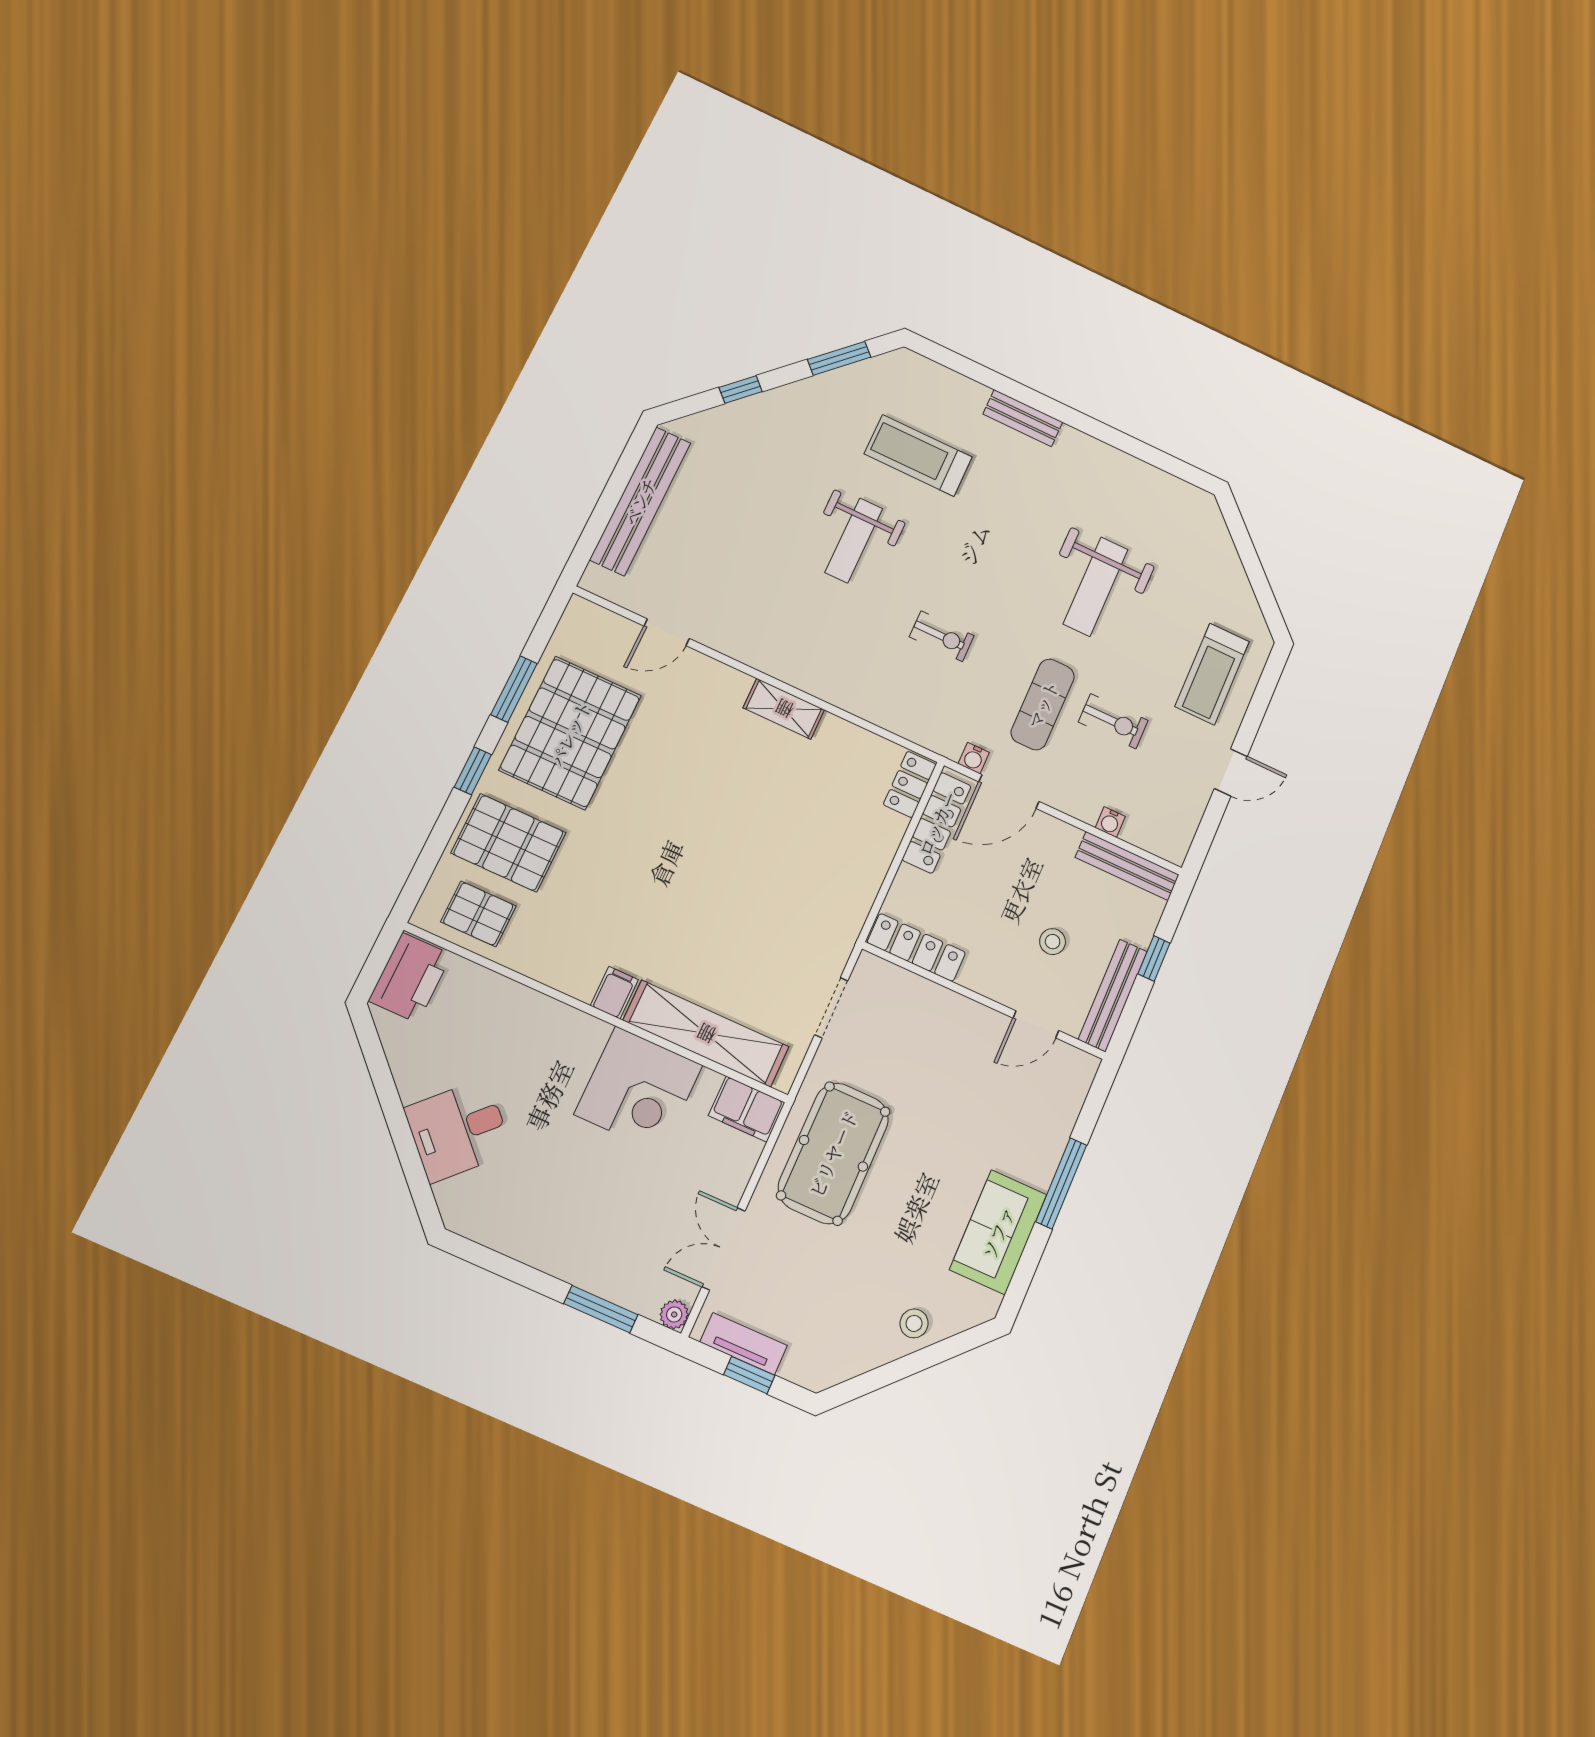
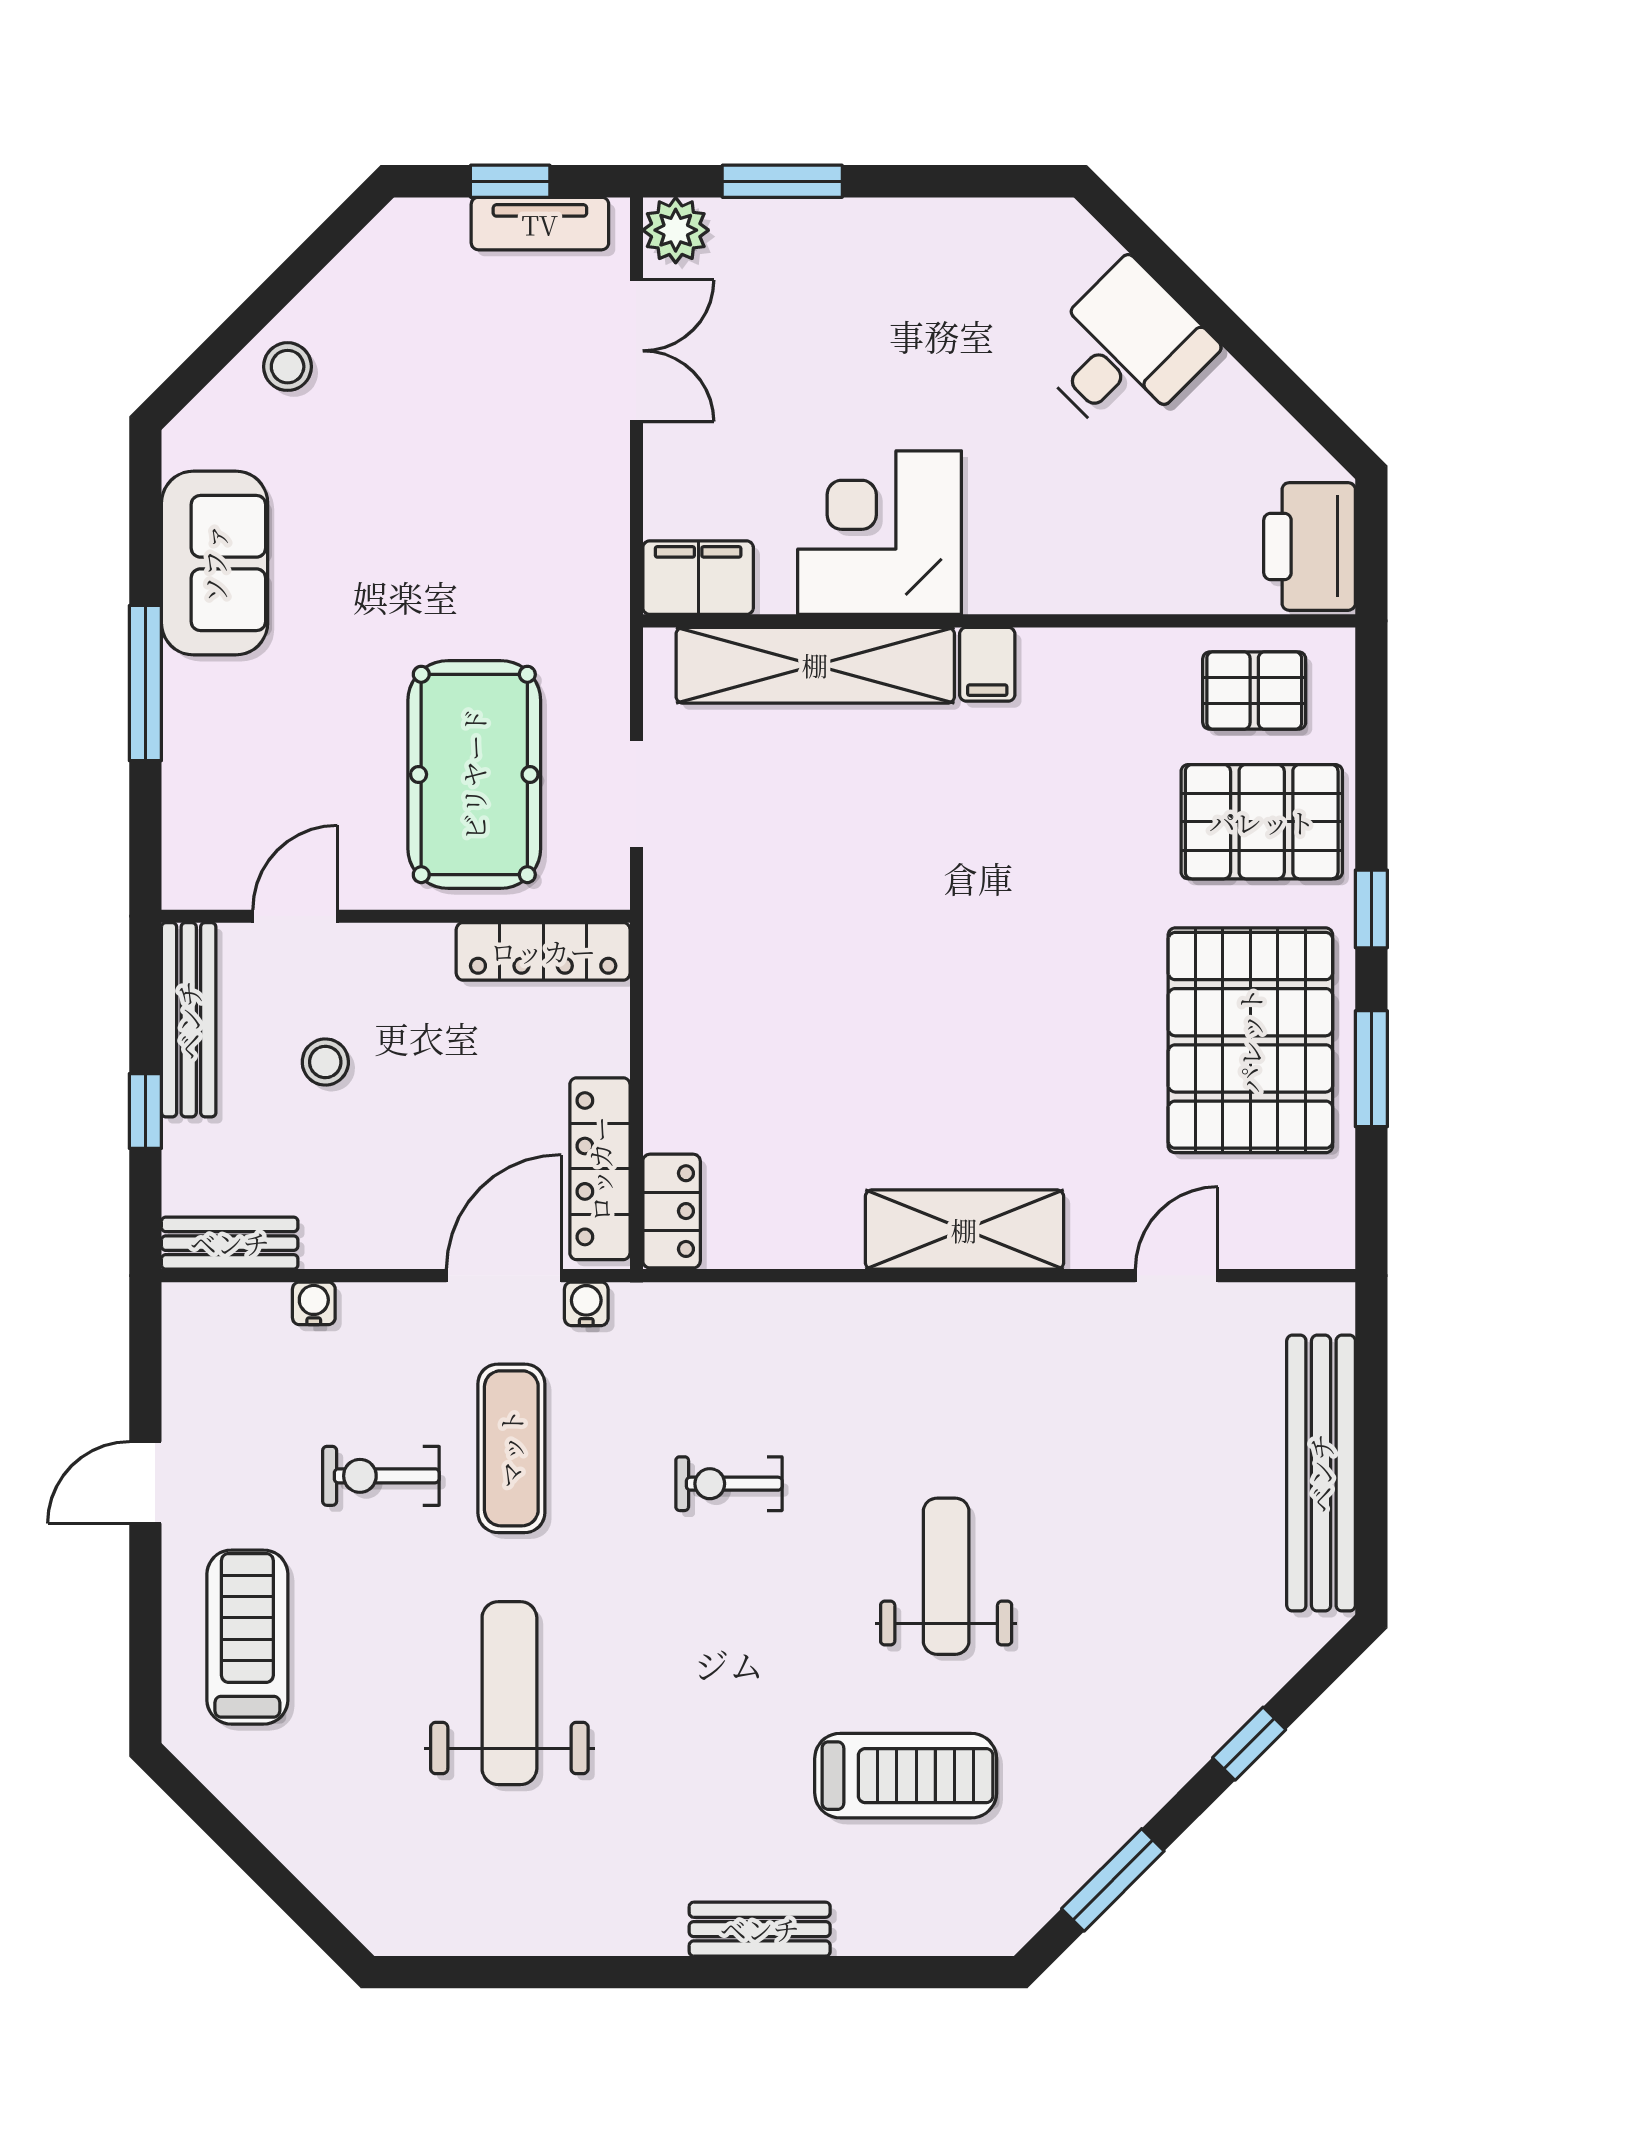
shelving: (784, 709) -> (964, 1230), width x1.50, depth x1.33
bench: (1127, 866) -> (230, 1243), width x0.73
pool table: (833, 1153) -> (474, 774), moved
plant: (674, 1314) -> (676, 230), width x1.38, depth x1.38

